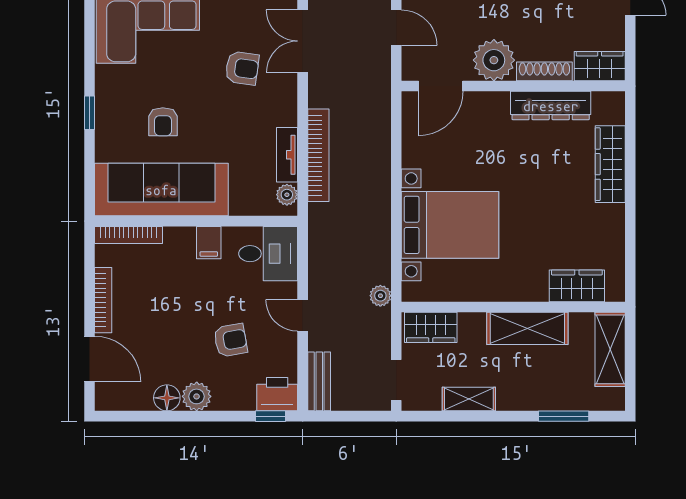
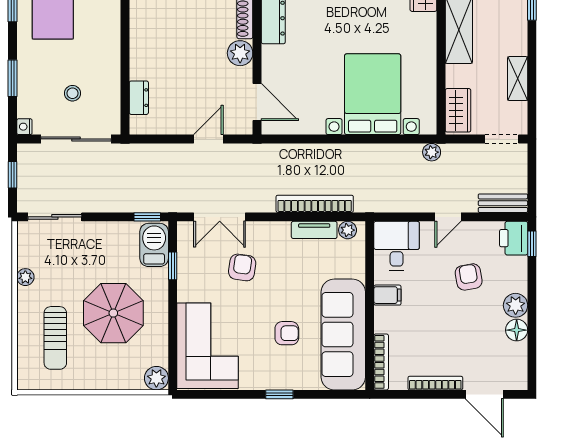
plant: (494, 60) -> (240, 53), width x0.73, depth x0.73
door: (90, 359) -> (484, 394), swing flipped

